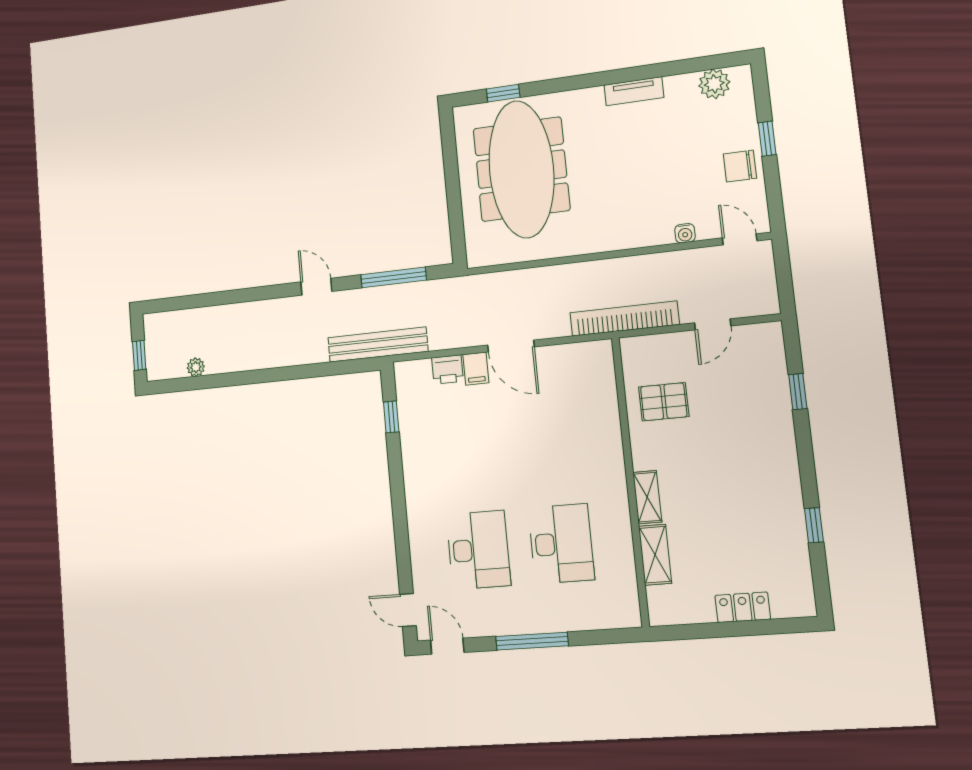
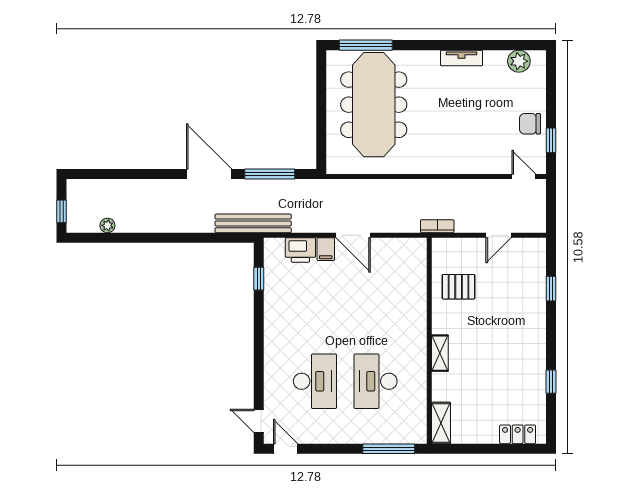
window: (503, 93) -> (366, 45), width x2.17
window: (767, 139) -> (551, 140), moved
water cooler: (685, 233) -> (486, 167), removed
door: (316, 287) -> (209, 174), width x1.88
bookcase: (624, 319) -> (437, 226), width x0.43, depth x0.76
printer: (447, 369) -> (300, 250), width x1.36, depth x1.24
desk: (561, 544) -> (376, 381), turned 180
shelving: (655, 555) -> (441, 423), moved
locker: (743, 607) -> (518, 434), moved
window: (532, 641) -> (389, 449), moved

